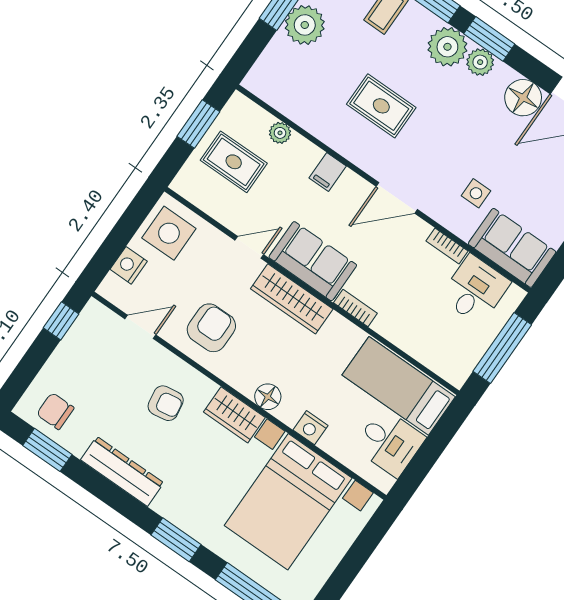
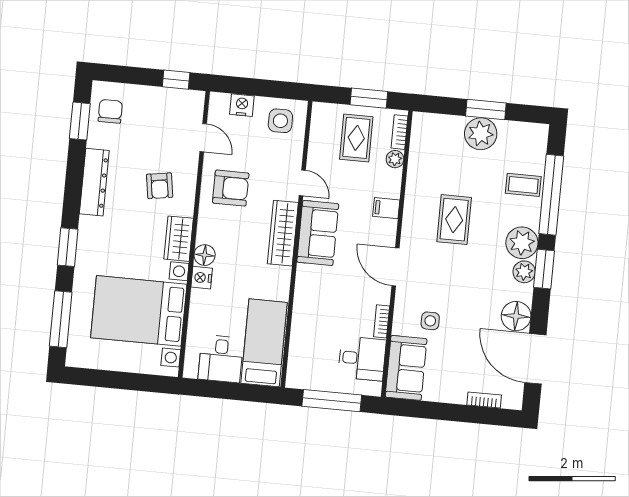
side table: (169, 233) -> (280, 121), width x0.73, depth x0.73
bookcase: (355, 308) -> (400, 132), moved, turned 180
nightstand: (310, 428) -> (202, 278), moved

